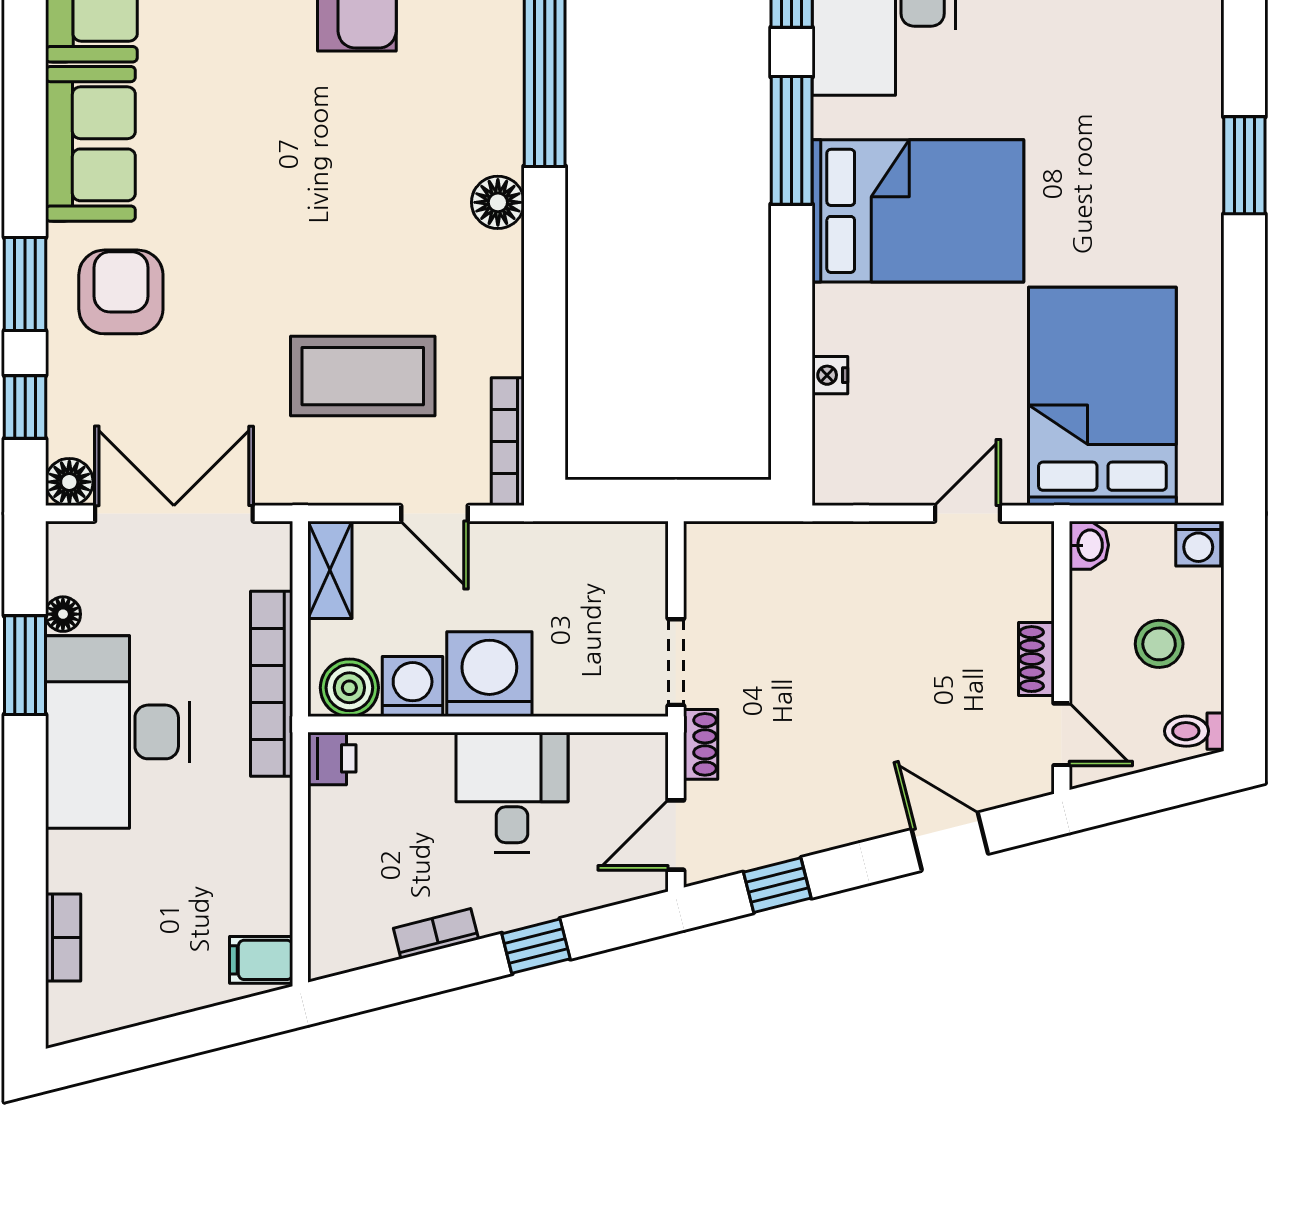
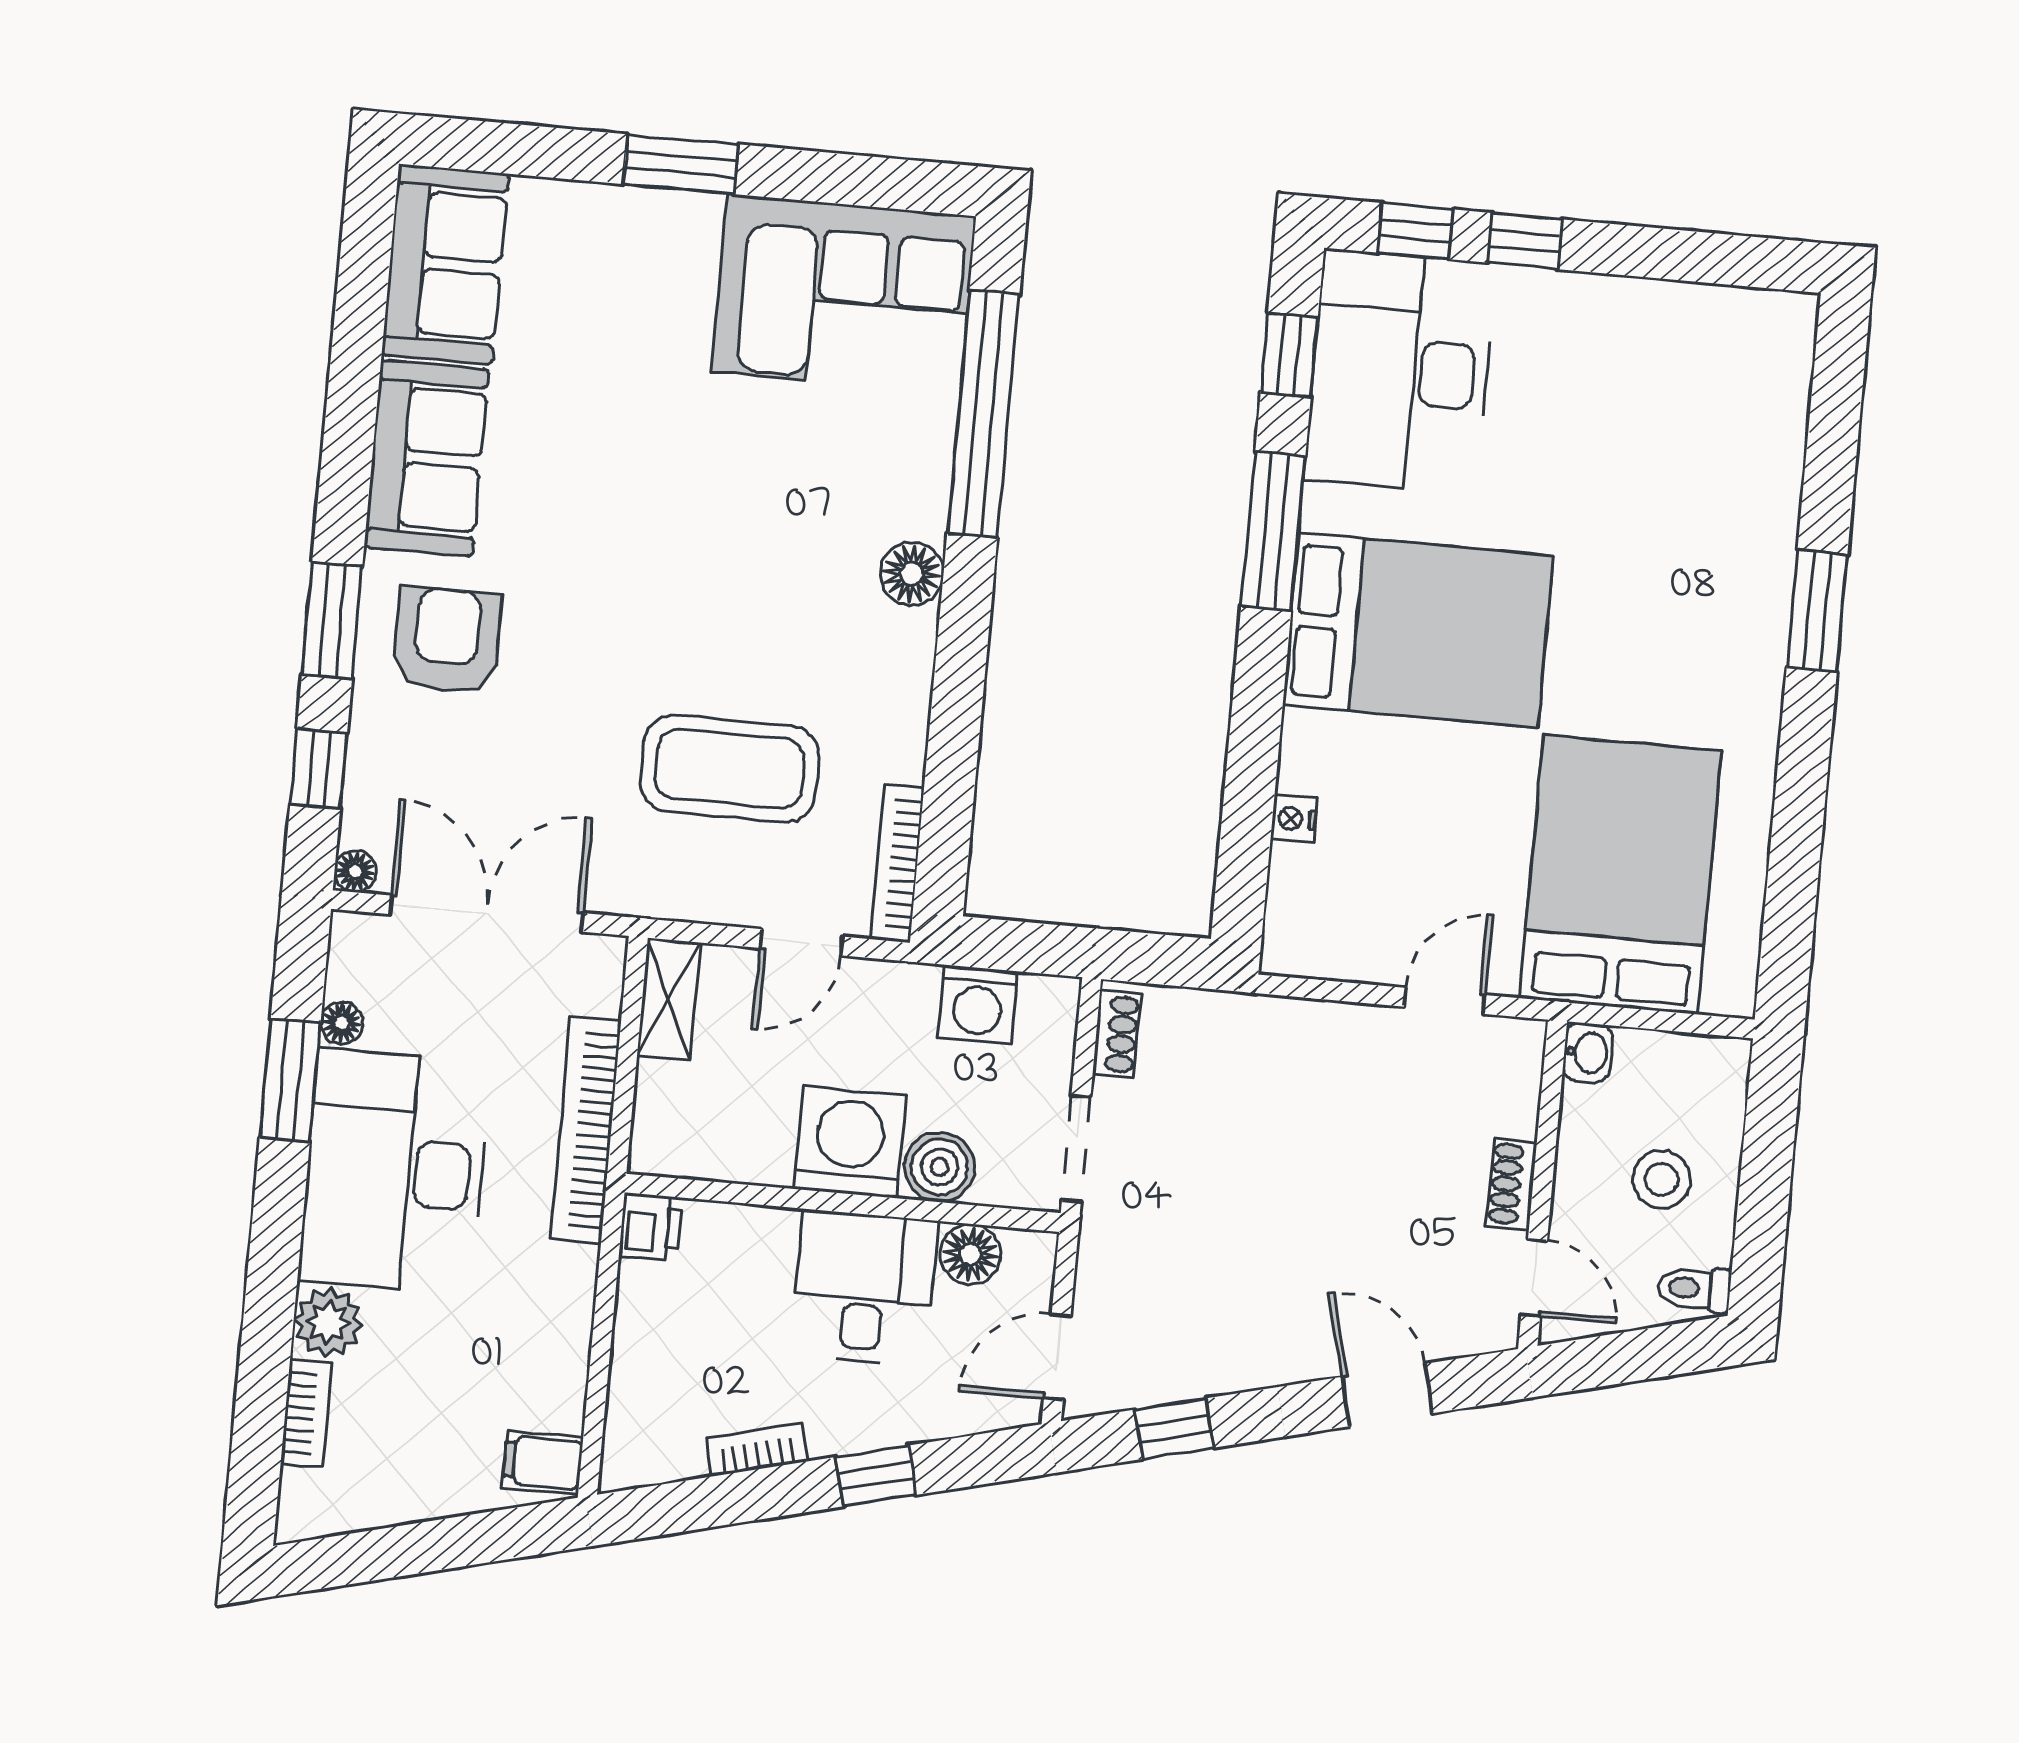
floor lamp: (69, 482) -> (355, 871), width x0.73, depth x0.73
door: (434, 513) -> (801, 942), hinge flipped
washing machine: (1198, 544) -> (1720, 1063), removed
washing machine: (413, 686) -> (978, 1004), moved, turned 180
boiler: (349, 688) -> (940, 1167), moved
shoe rack: (701, 744) -> (1117, 1034), moved
floor lamp: (597, 757) -> (970, 1254), added
plant: (74, 861) -> (328, 1322), added

